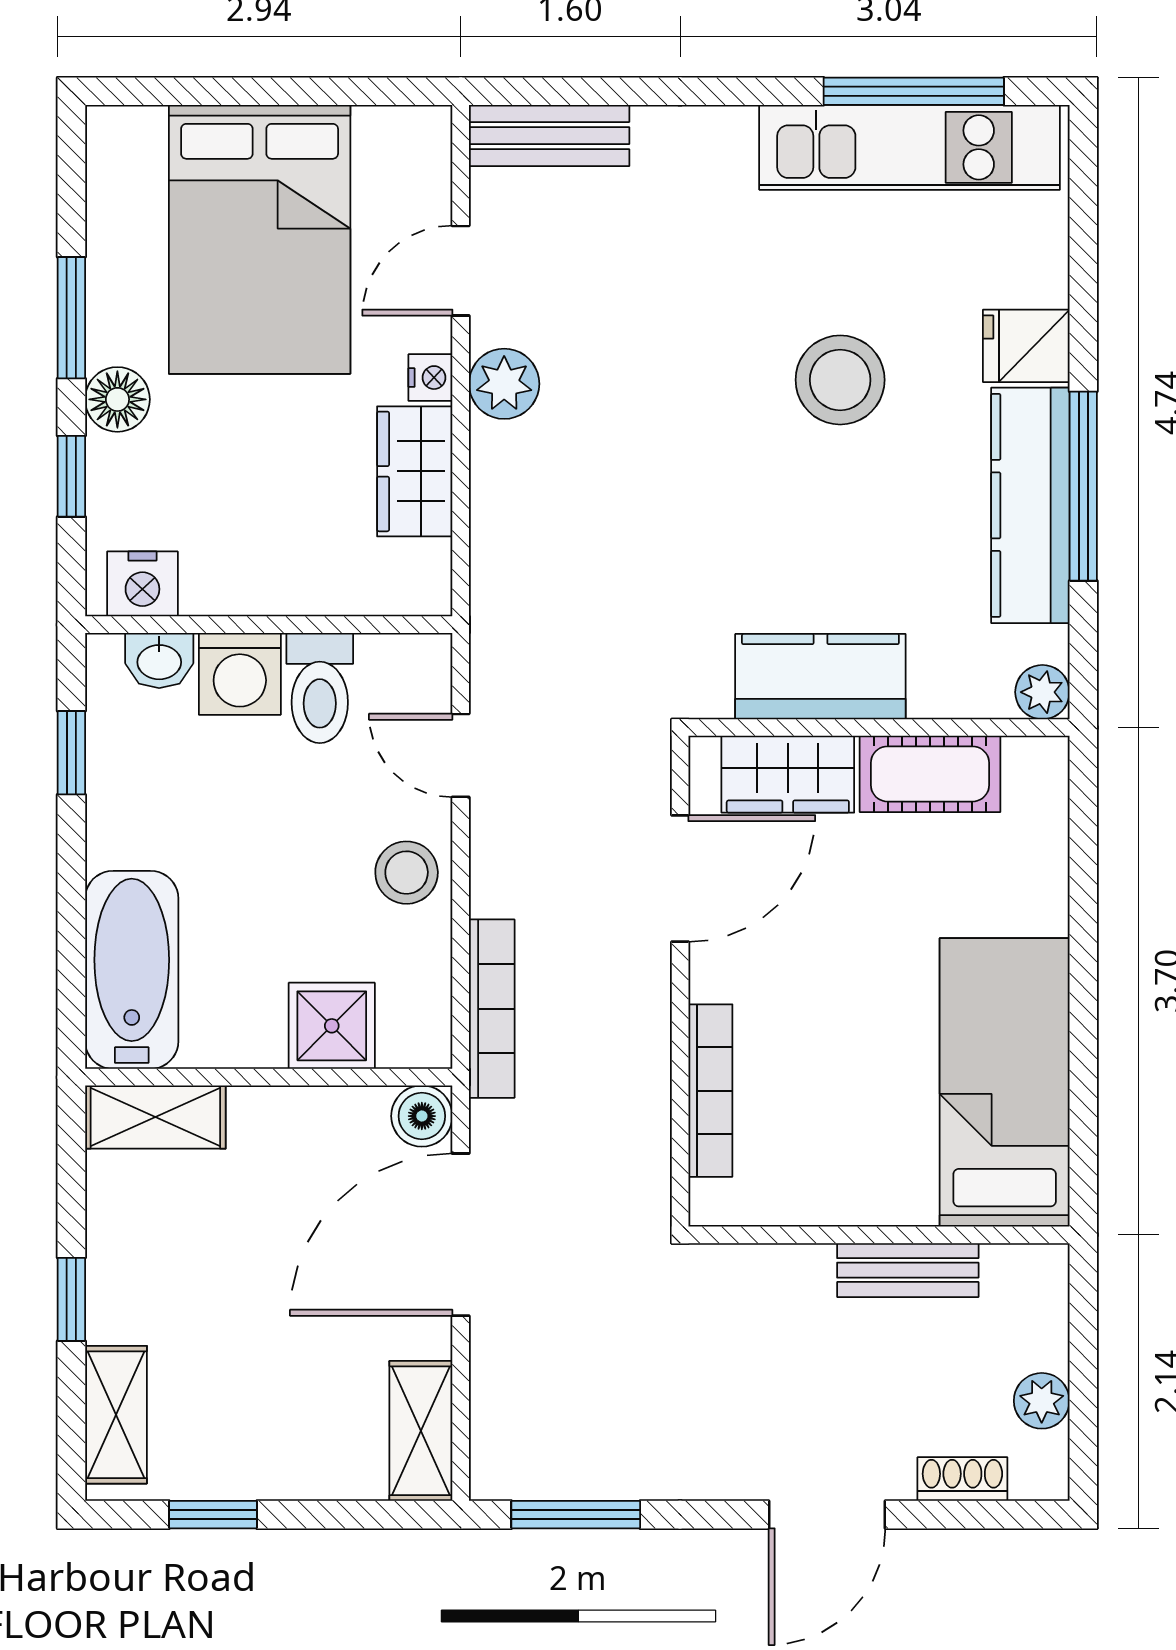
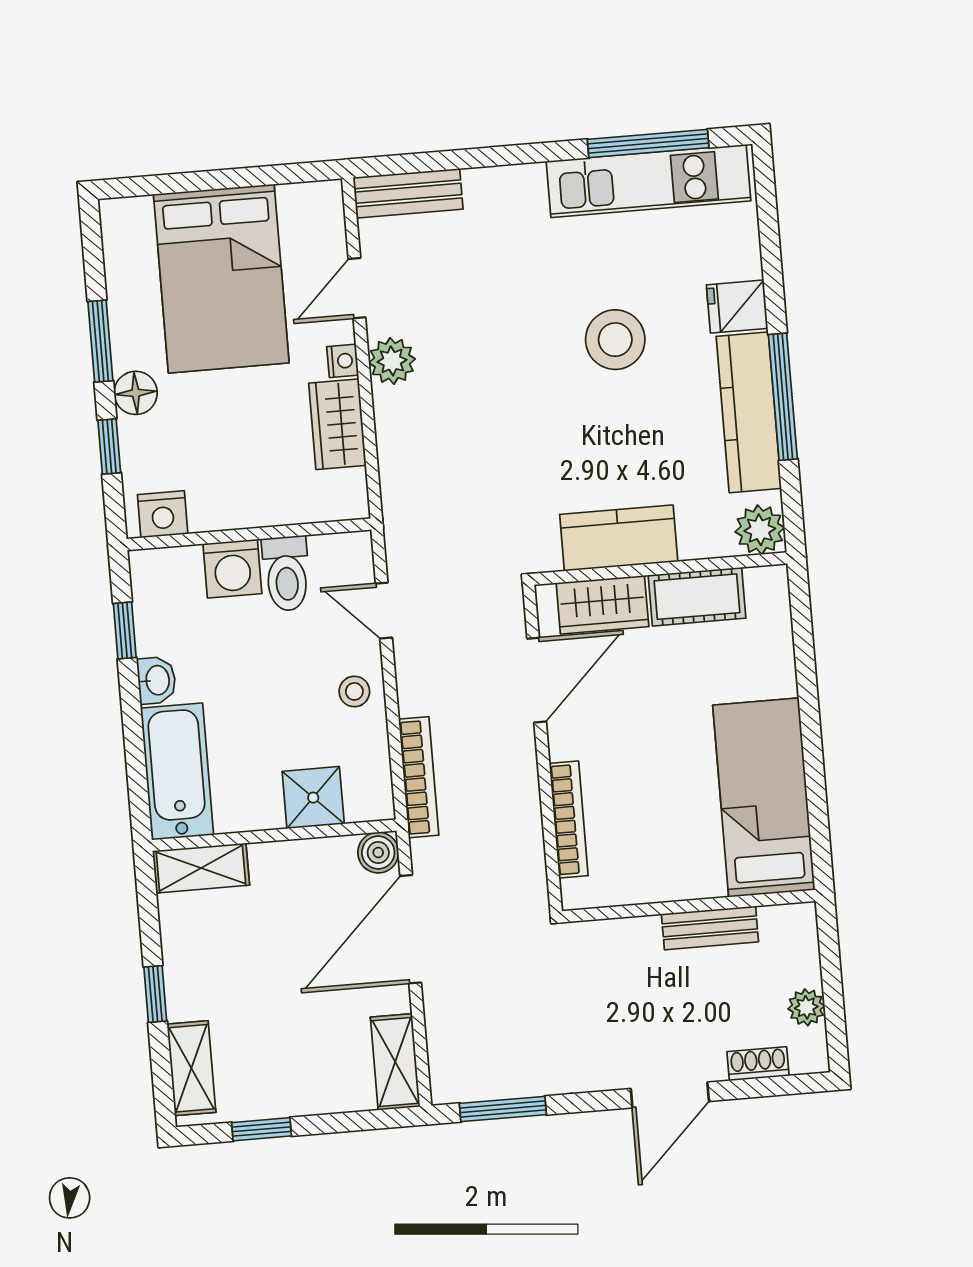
washbasin: (159, 660) -> (157, 680), moved, turned -90
plant: (1042, 692) -> (760, 530), width x1.38, depth x1.38
stool: (407, 873) -> (354, 691), width x0.73, depth x0.73

